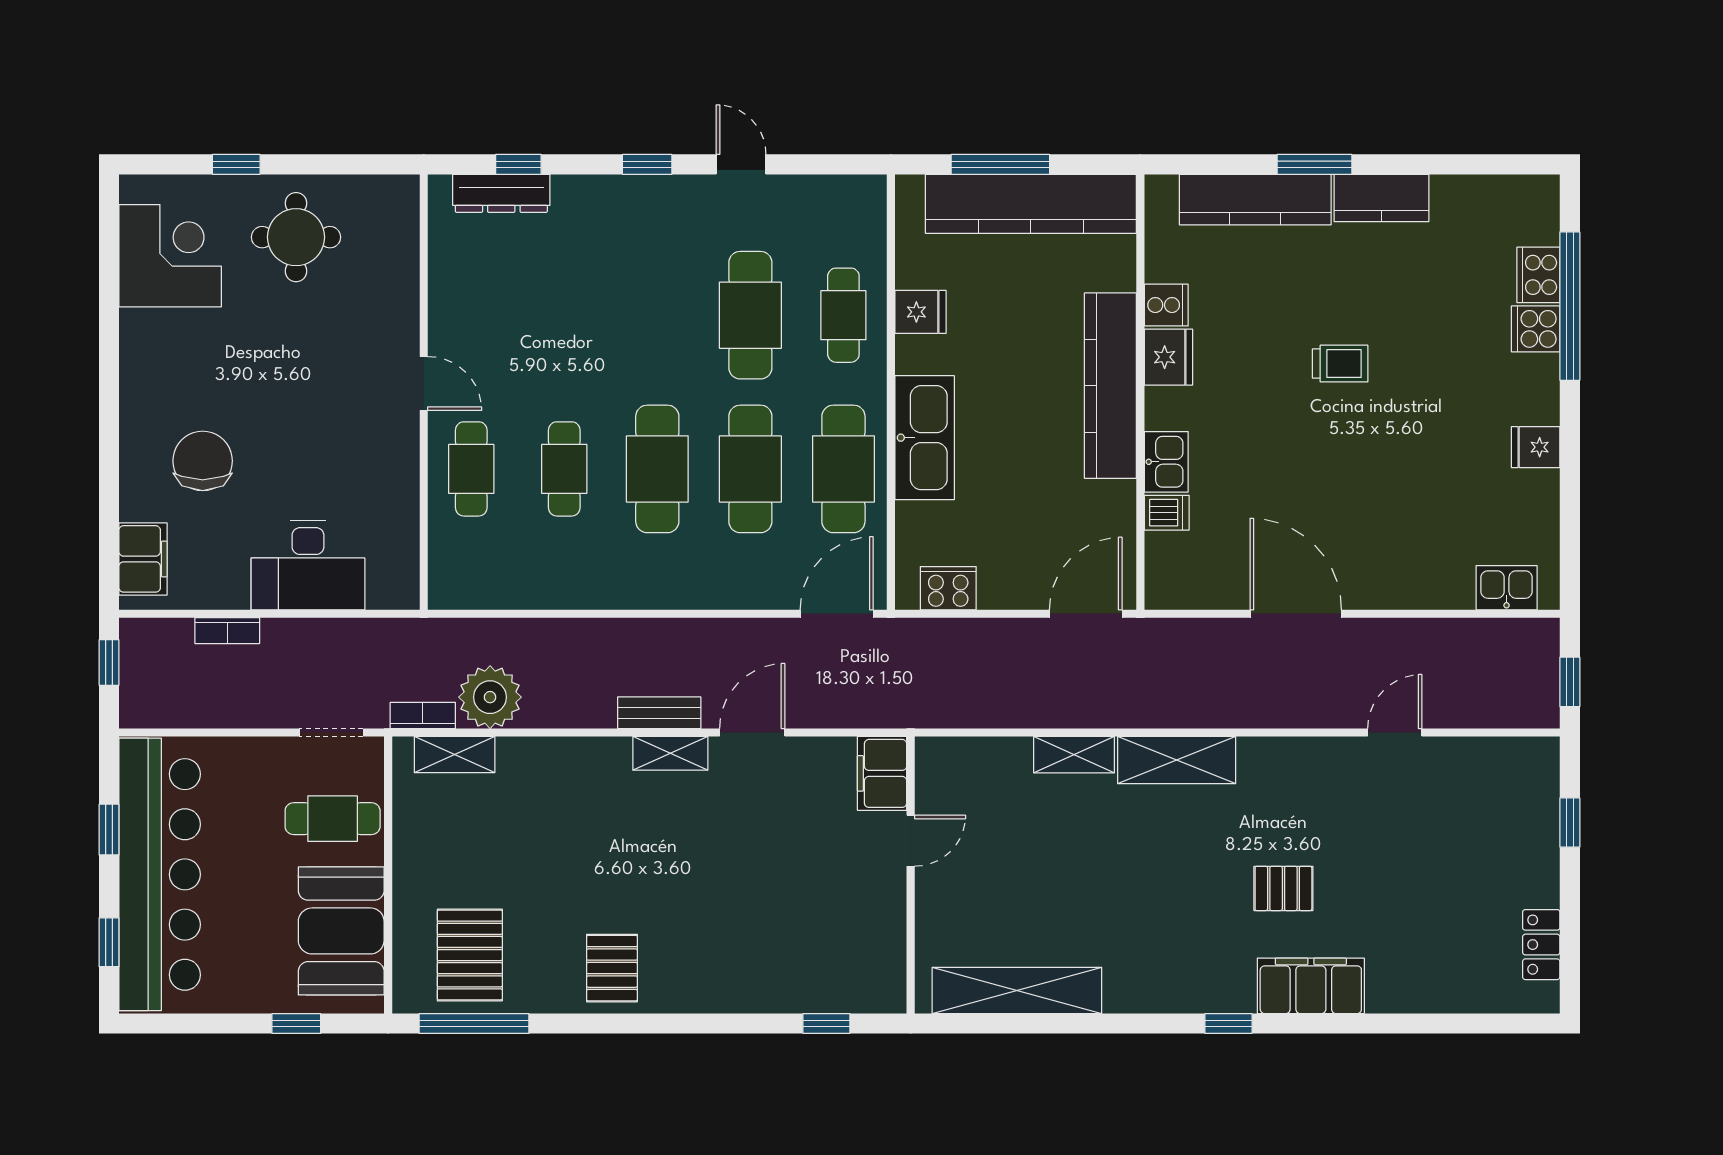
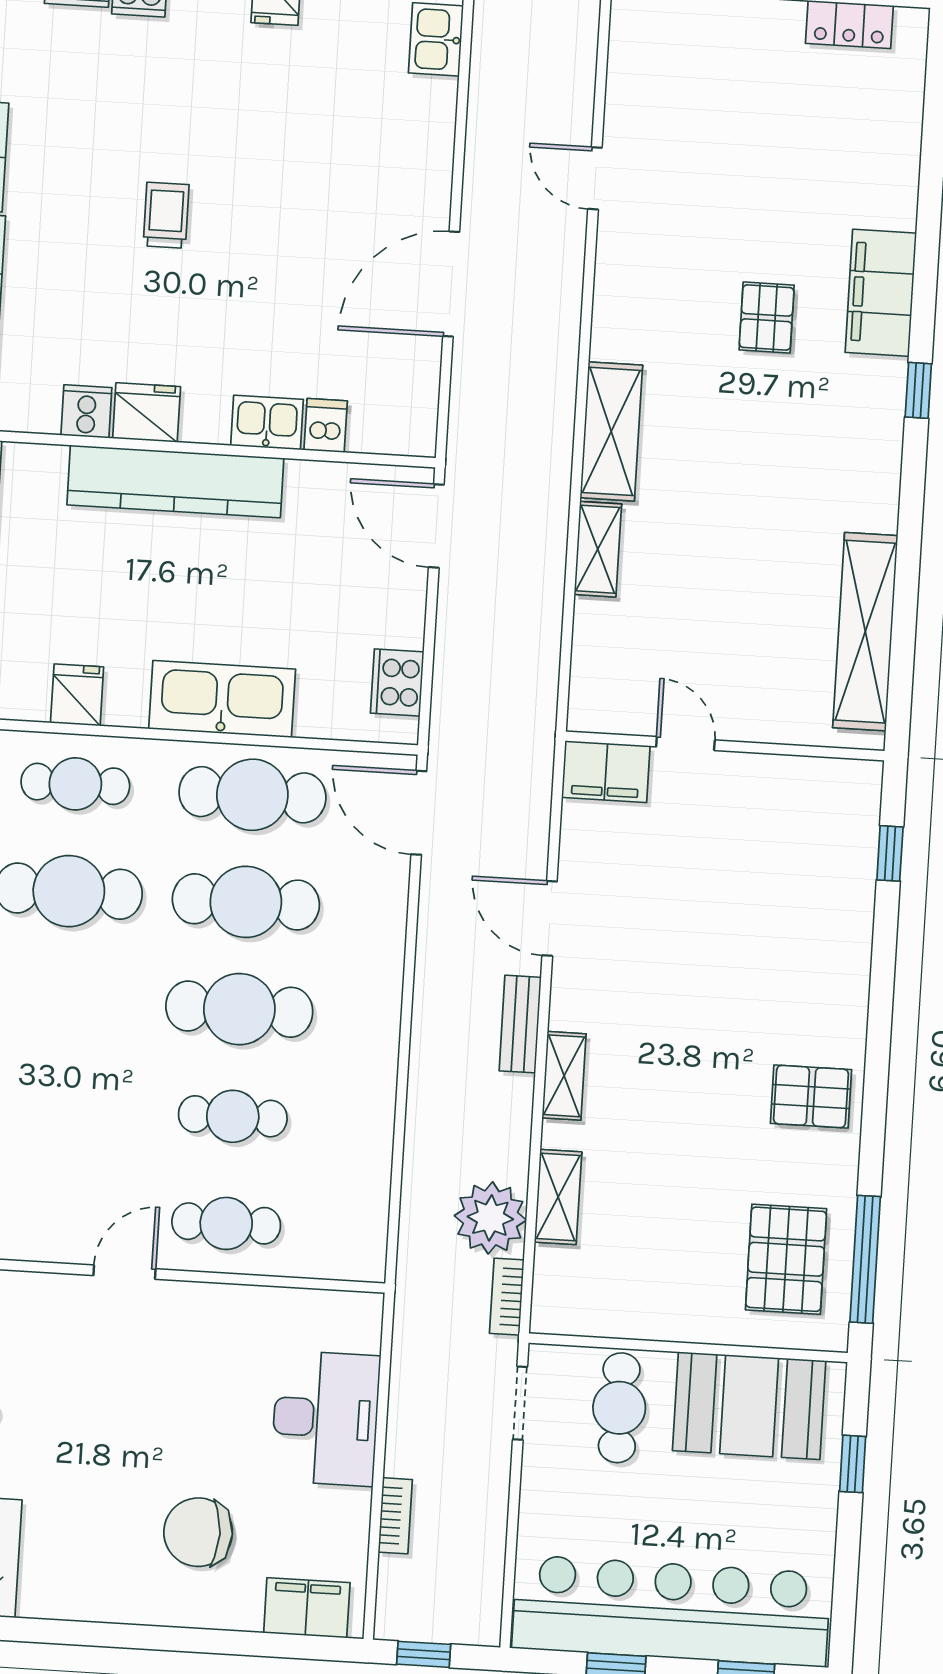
shelving: (670, 753) -> (564, 1076), moved
shelving: (455, 755) -> (558, 1197), moved
pallet: (470, 955) -> (786, 1259), turned 90

